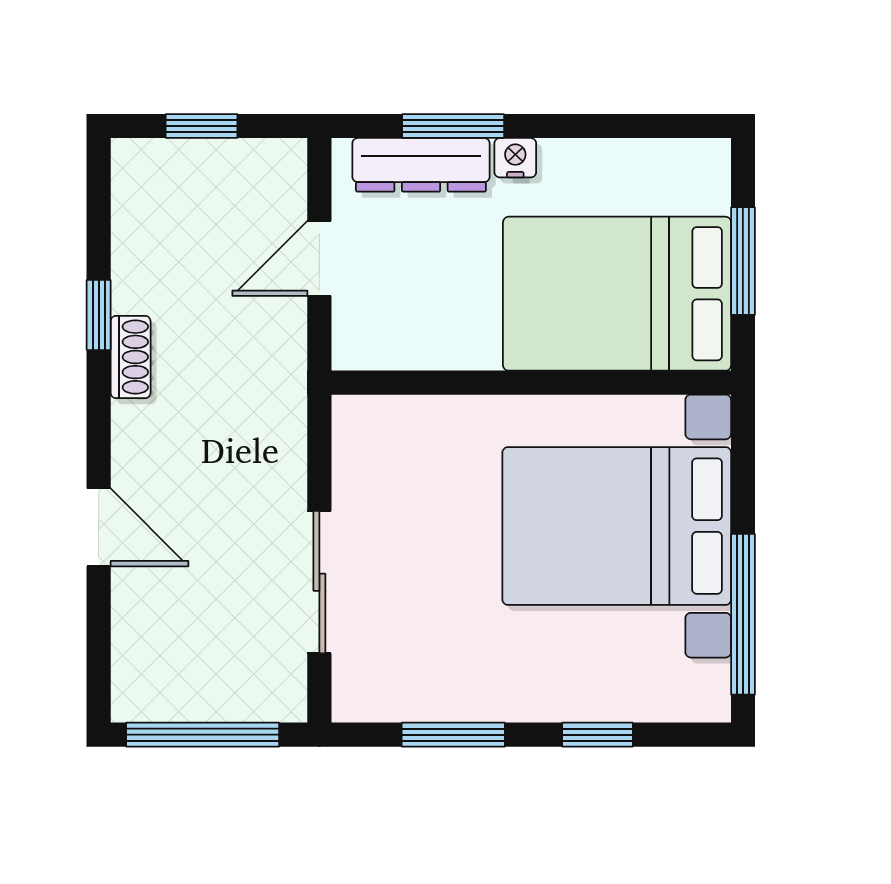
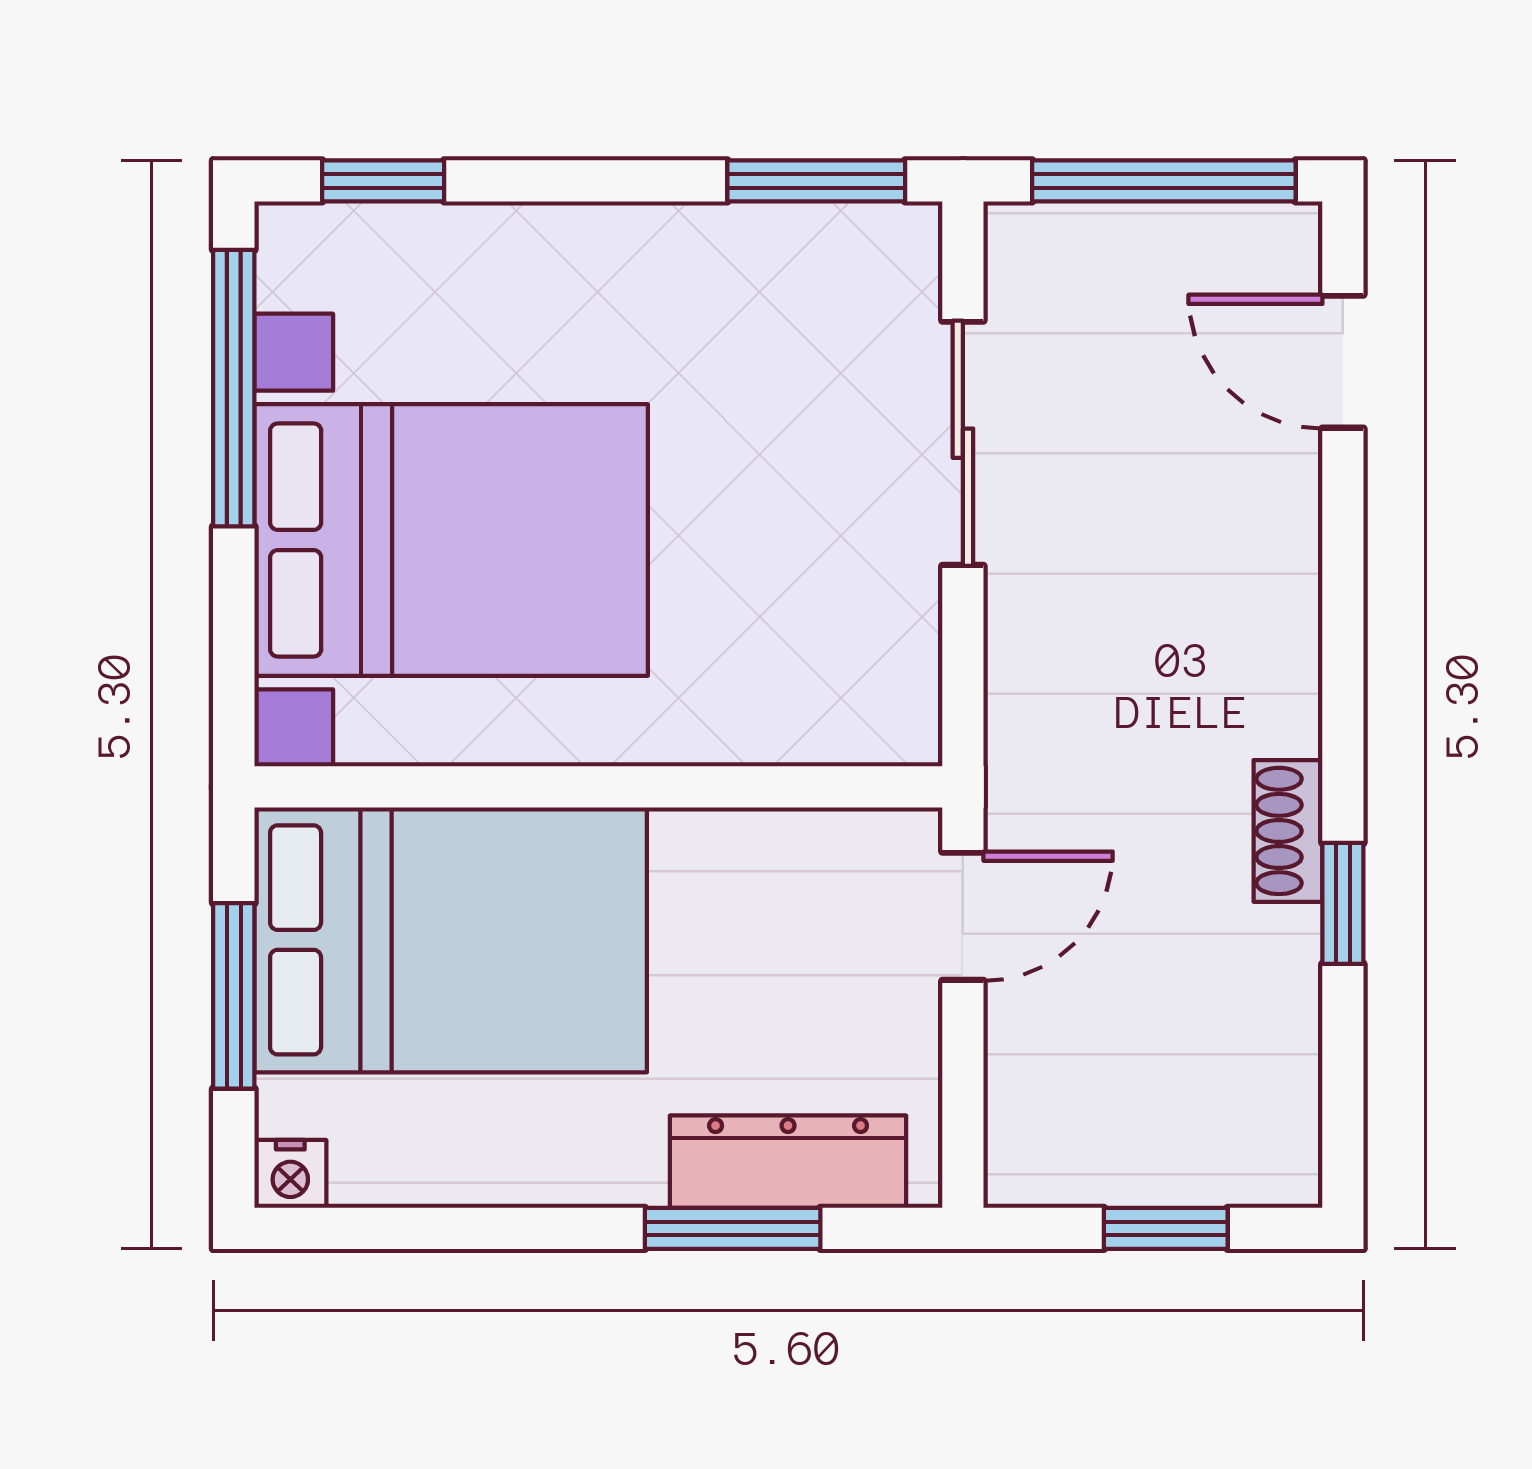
nightstand: (515, 158) -> (290, 1174), moved
door: (319, 258) -> (963, 916), moved
door: (99, 527) -> (1343, 362), moved
window: (453, 735) -> (816, 181), moved
window: (597, 735) -> (383, 181), moved

